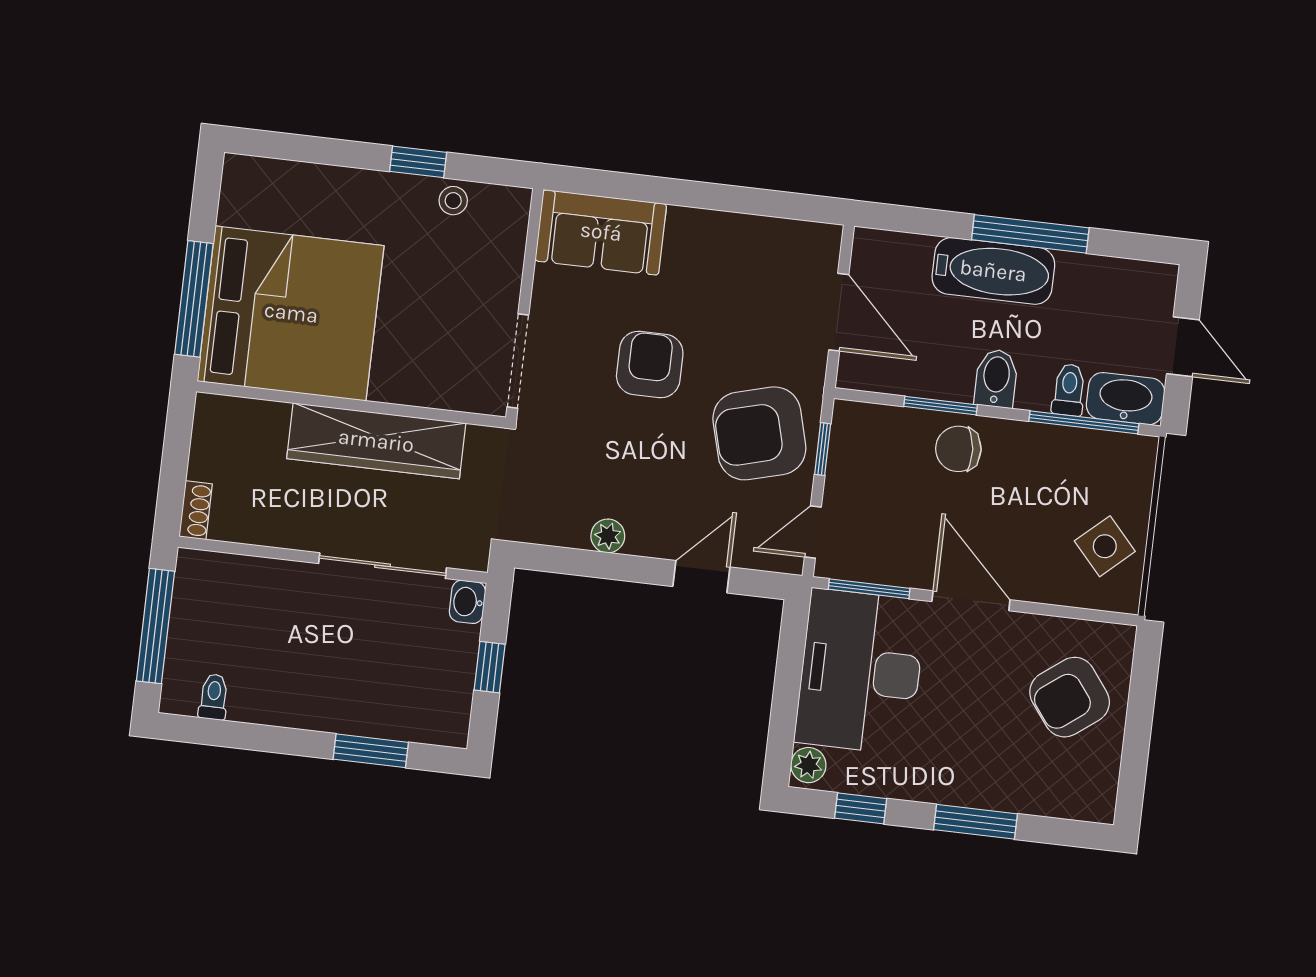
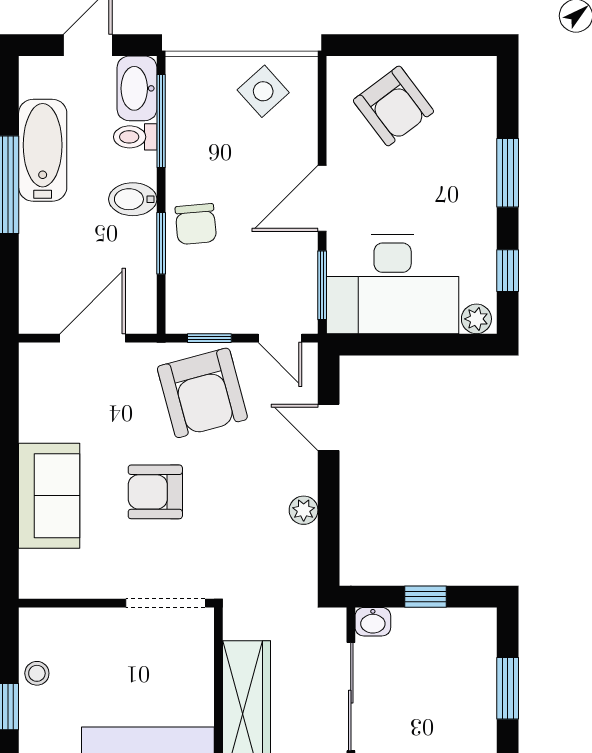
sofa: (601, 232) -> (49, 496), moved
bathtub: (993, 271) -> (43, 150), moved

